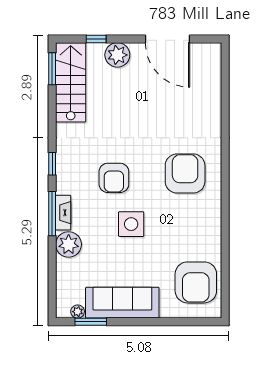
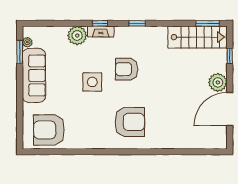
plant: (117, 55) -> (218, 82), moved
window: (52, 214) -> (100, 23), width x0.46

